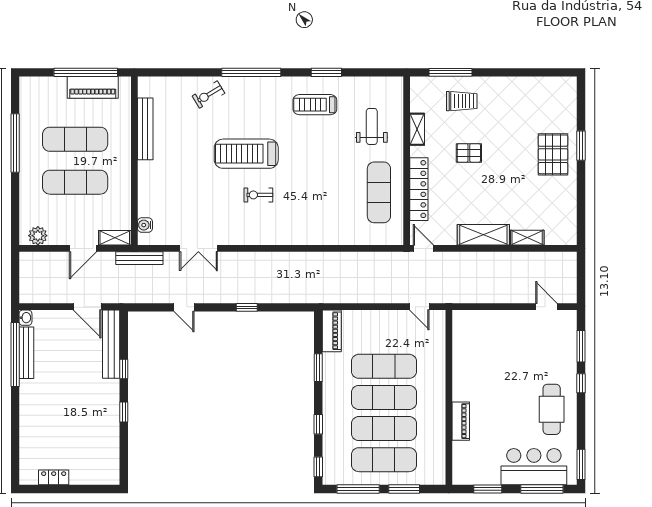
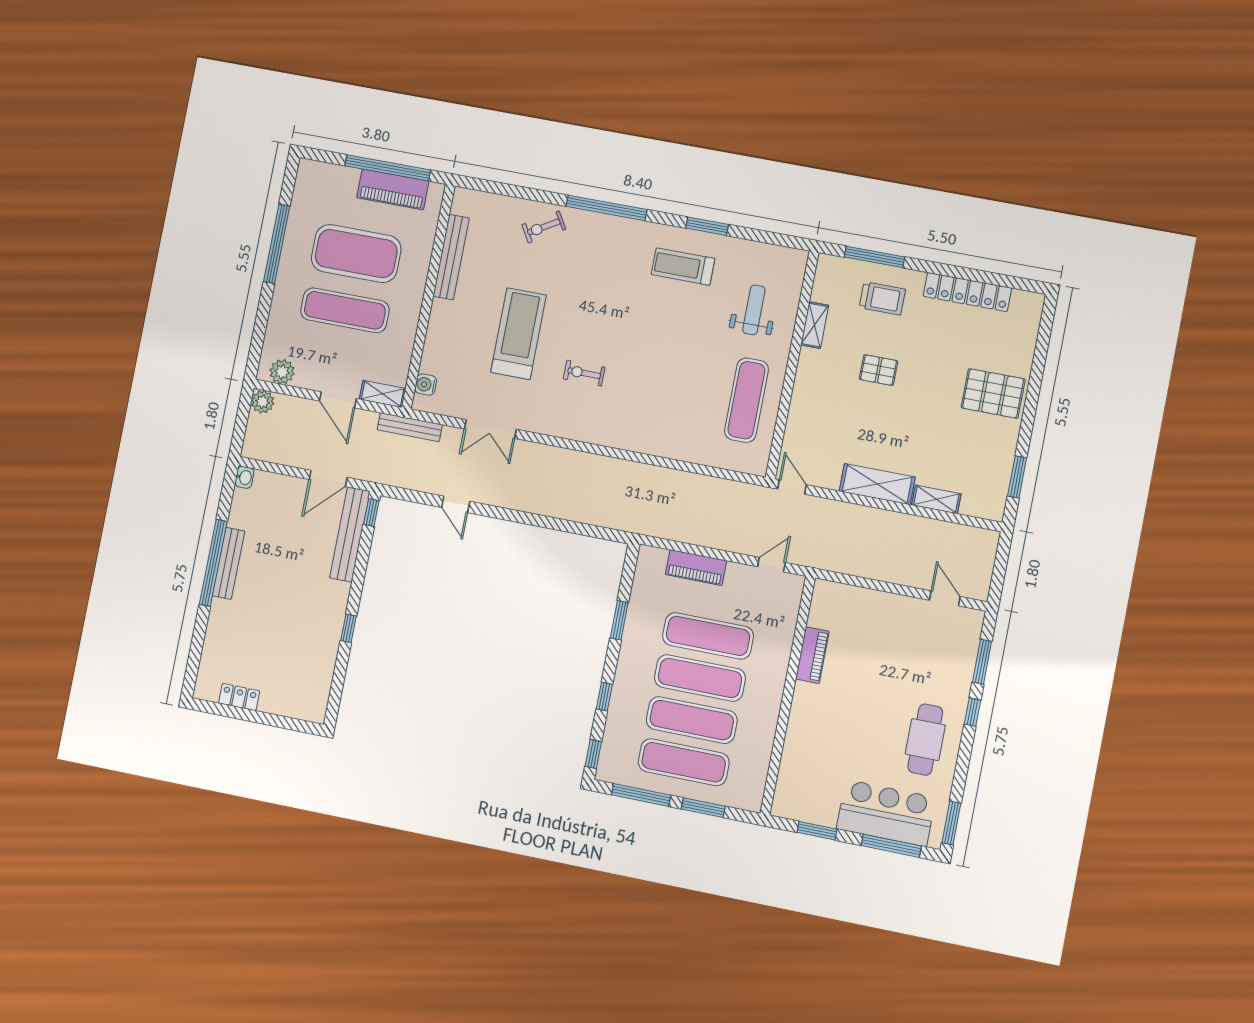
exercise mat: (75, 139) -> (356, 254), width x1.47
window: (581, 146) -> (1017, 477), moved
treadmill: (246, 154) -> (519, 334), moved, turned 90
pallet: (553, 154) -> (993, 393), turned 90
locker: (419, 189) -> (967, 292), moved, turned 90
door: (83, 248) -> (338, 400), hinge flipped
plant: (28, 260) -> (263, 402), added
door: (87, 307) -> (328, 478), hinge flipped
window: (247, 307) -> (539, 521), removed
door: (419, 307) -> (771, 565), swing flipped
piano: (332, 331) -> (696, 568), moved, turned 90
bench: (26, 353) -> (228, 563), moved
window: (15, 355) -> (213, 563), moved
window: (124, 369) -> (371, 512), moved
piano: (461, 421) -> (812, 655), moved

